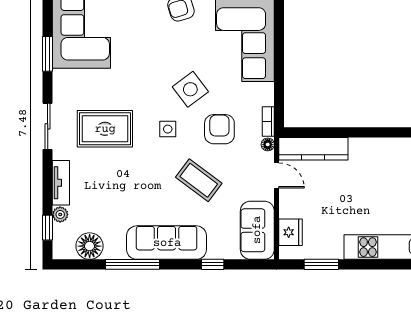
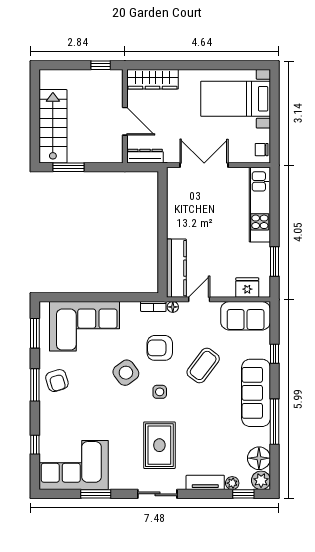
plant: (63, 248) -> (261, 480), added

